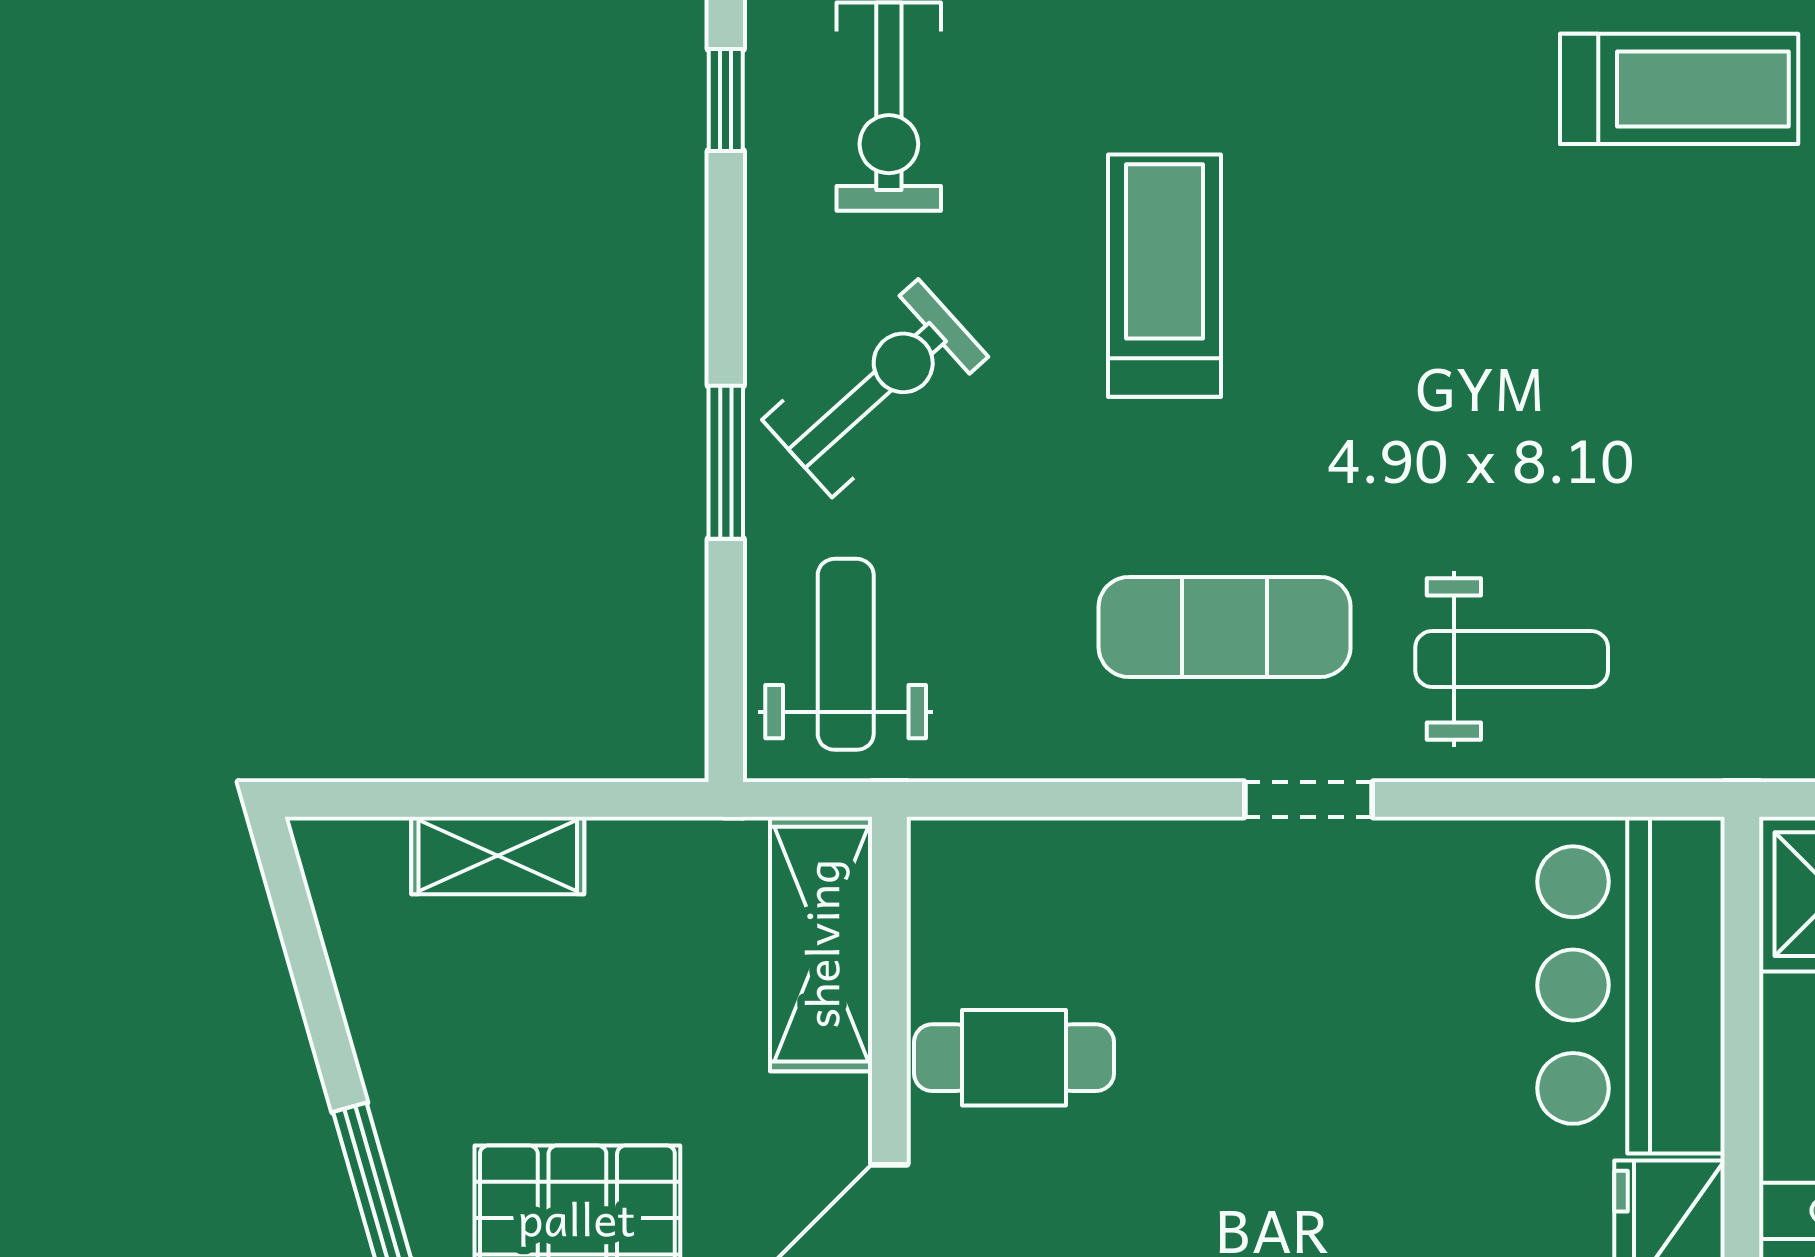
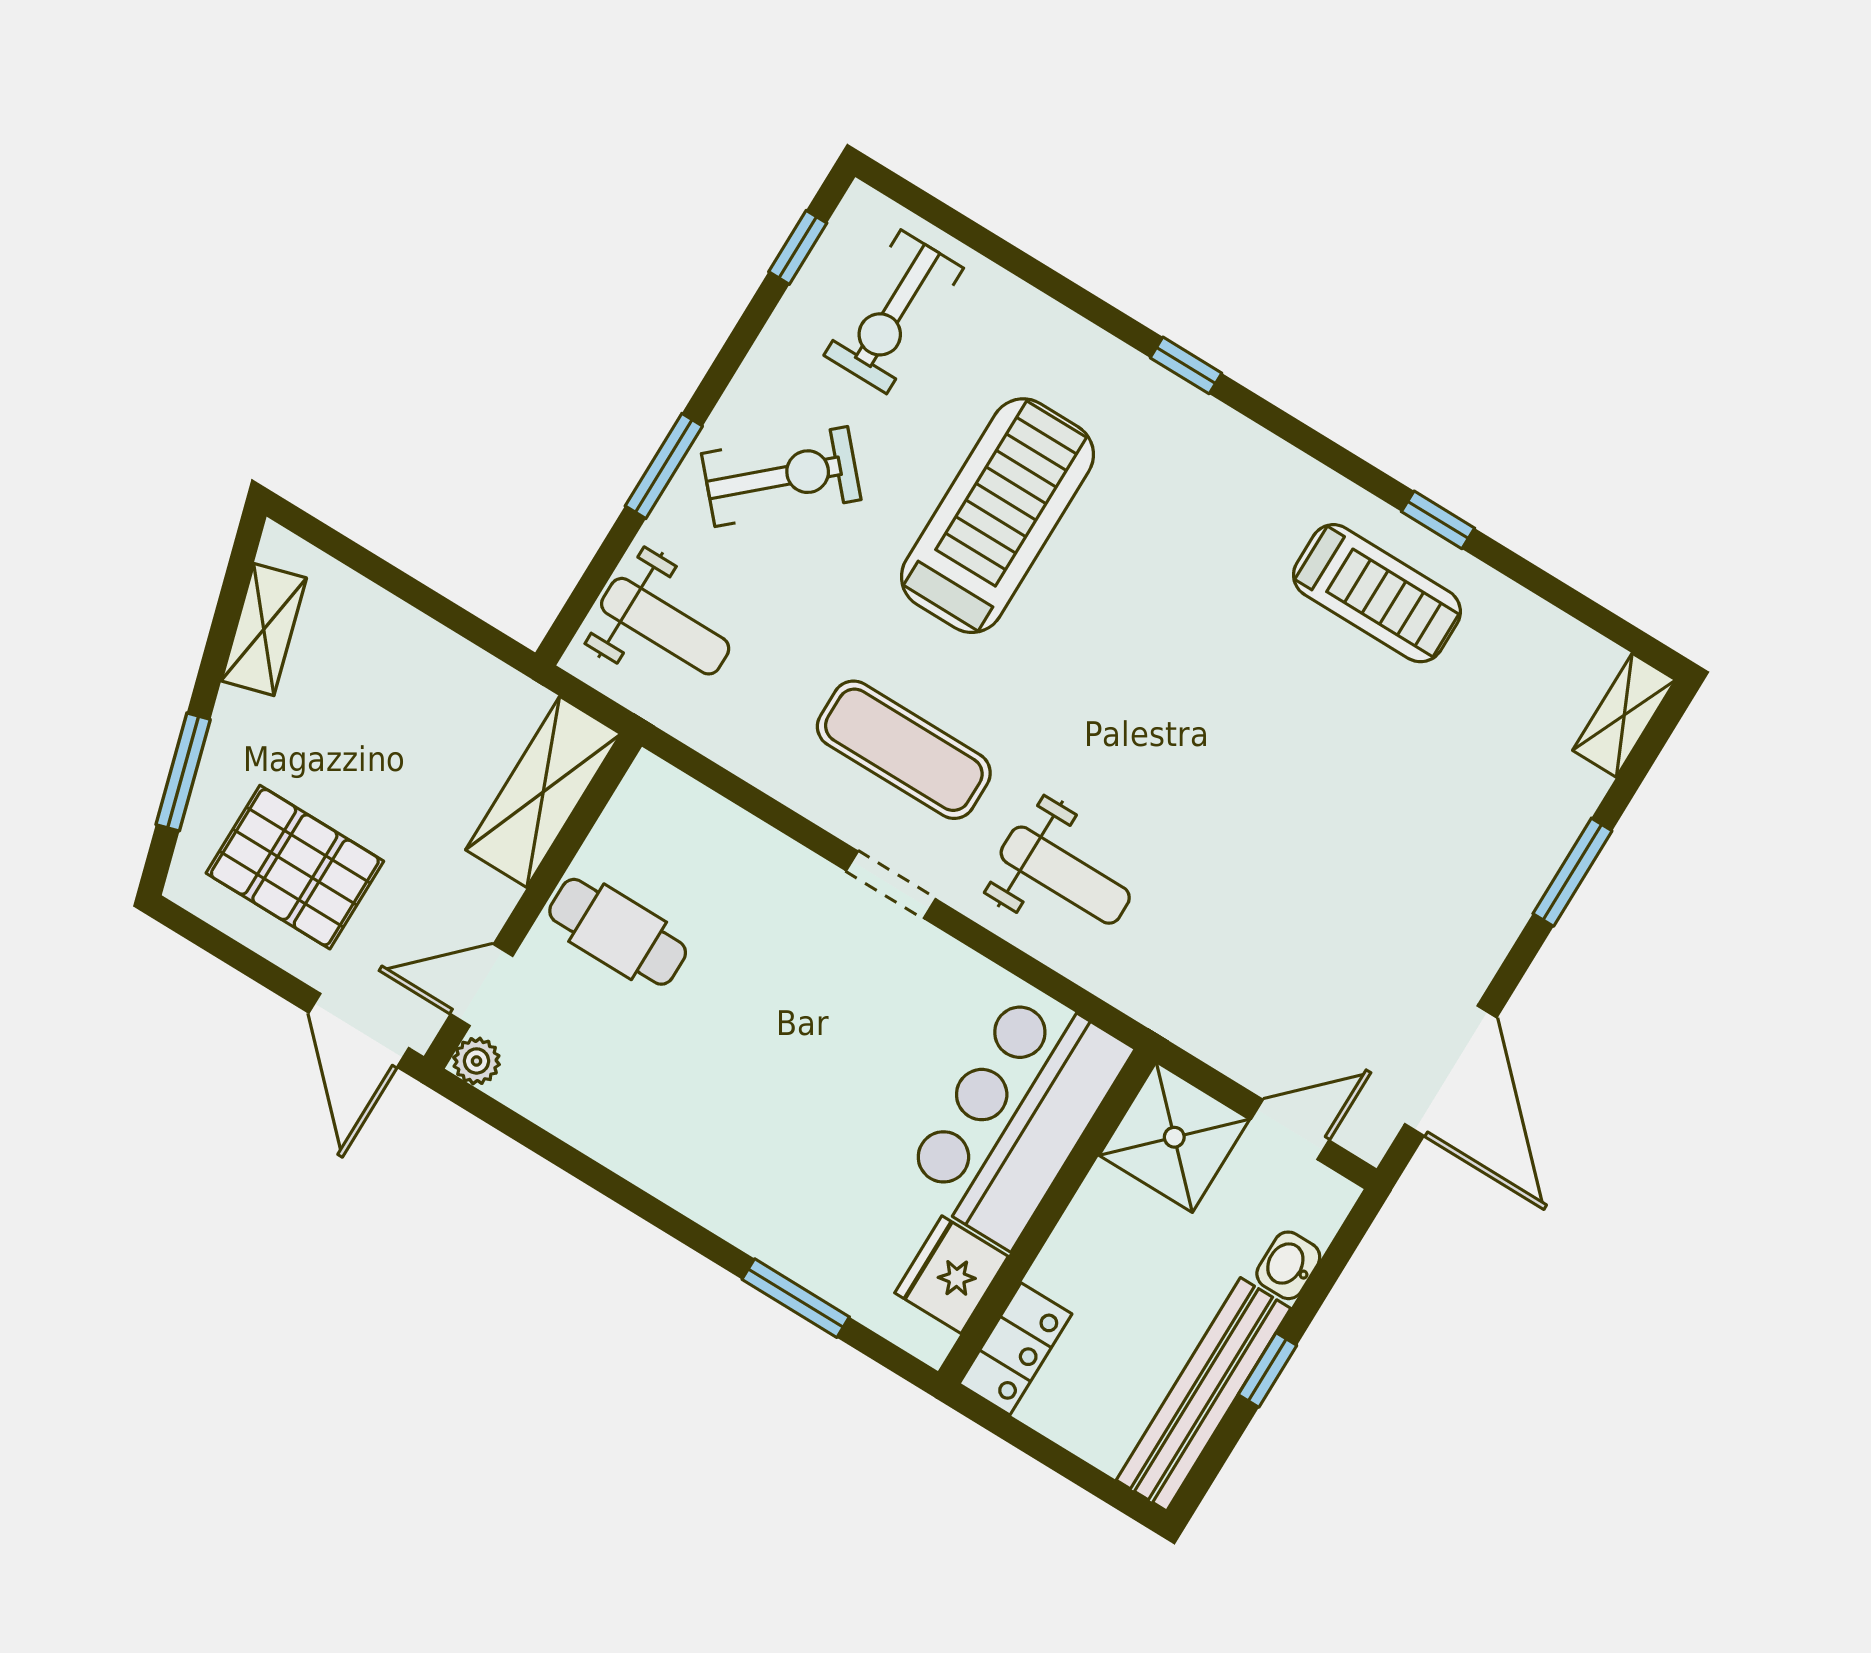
treadmill: (1164, 276) -> (997, 516), width x1.37, depth x1.38
weight bench: (846, 654) -> (665, 626), turned 90
shelving: (498, 855) -> (264, 629), moved, turned 74

